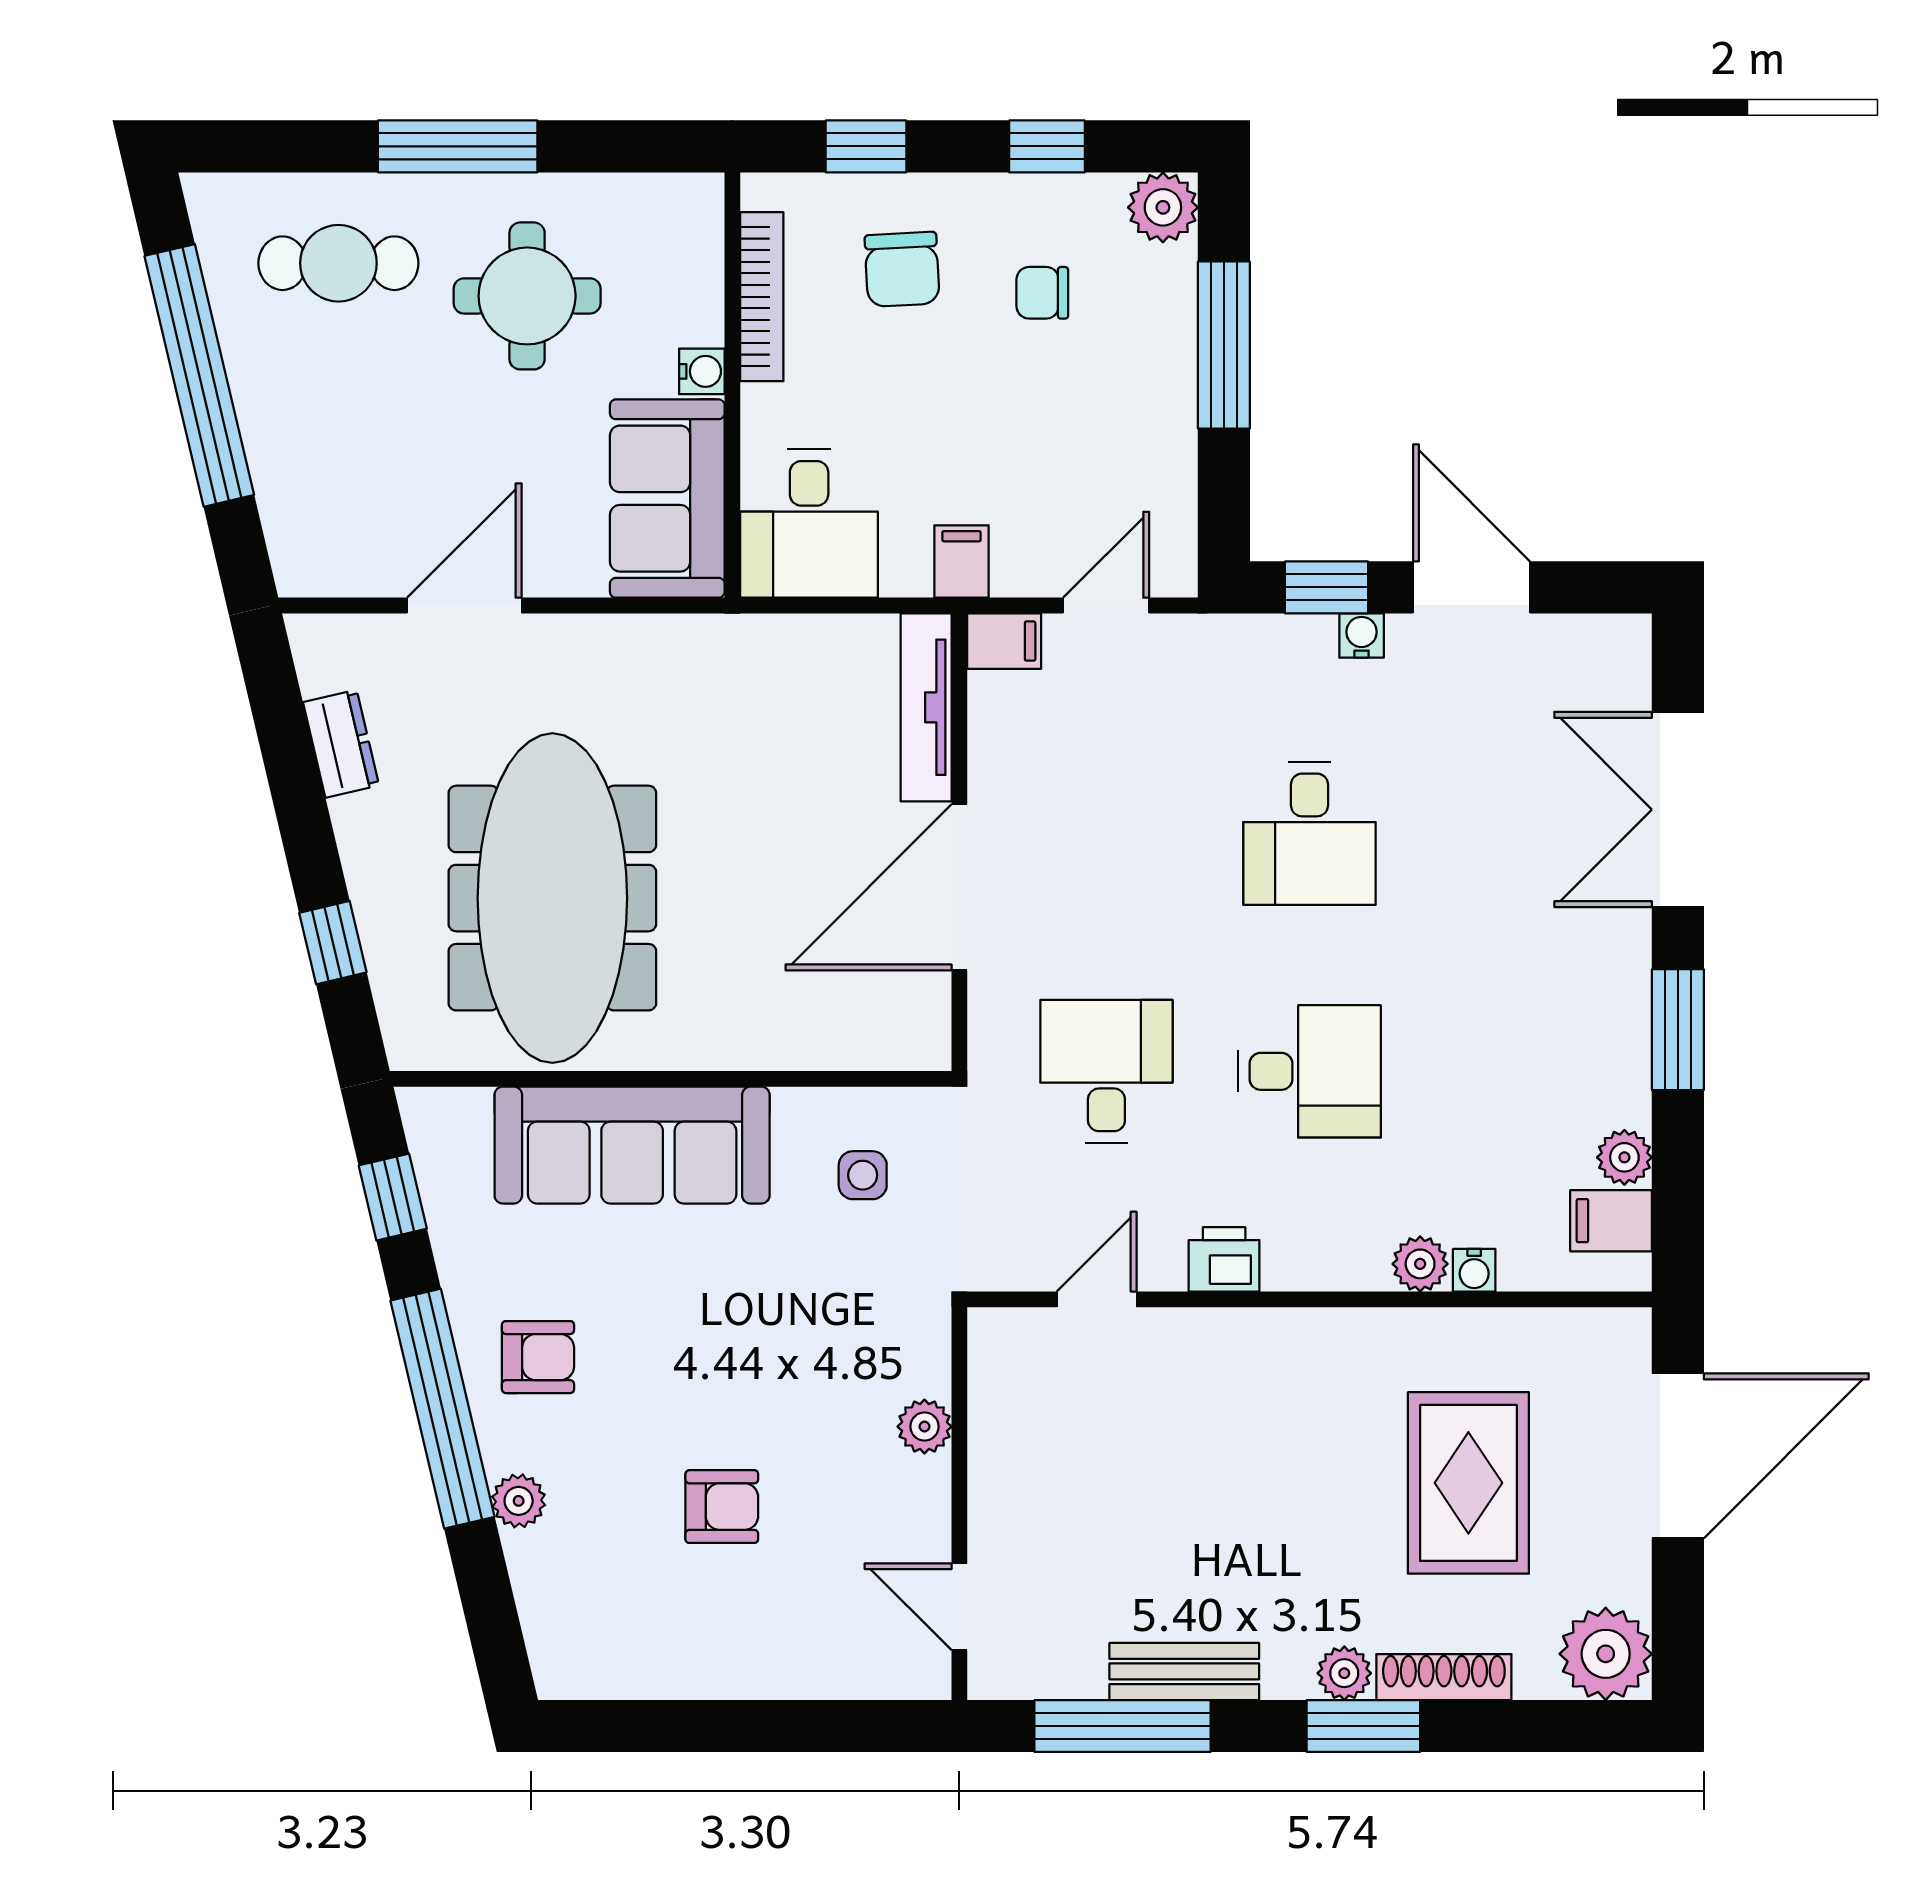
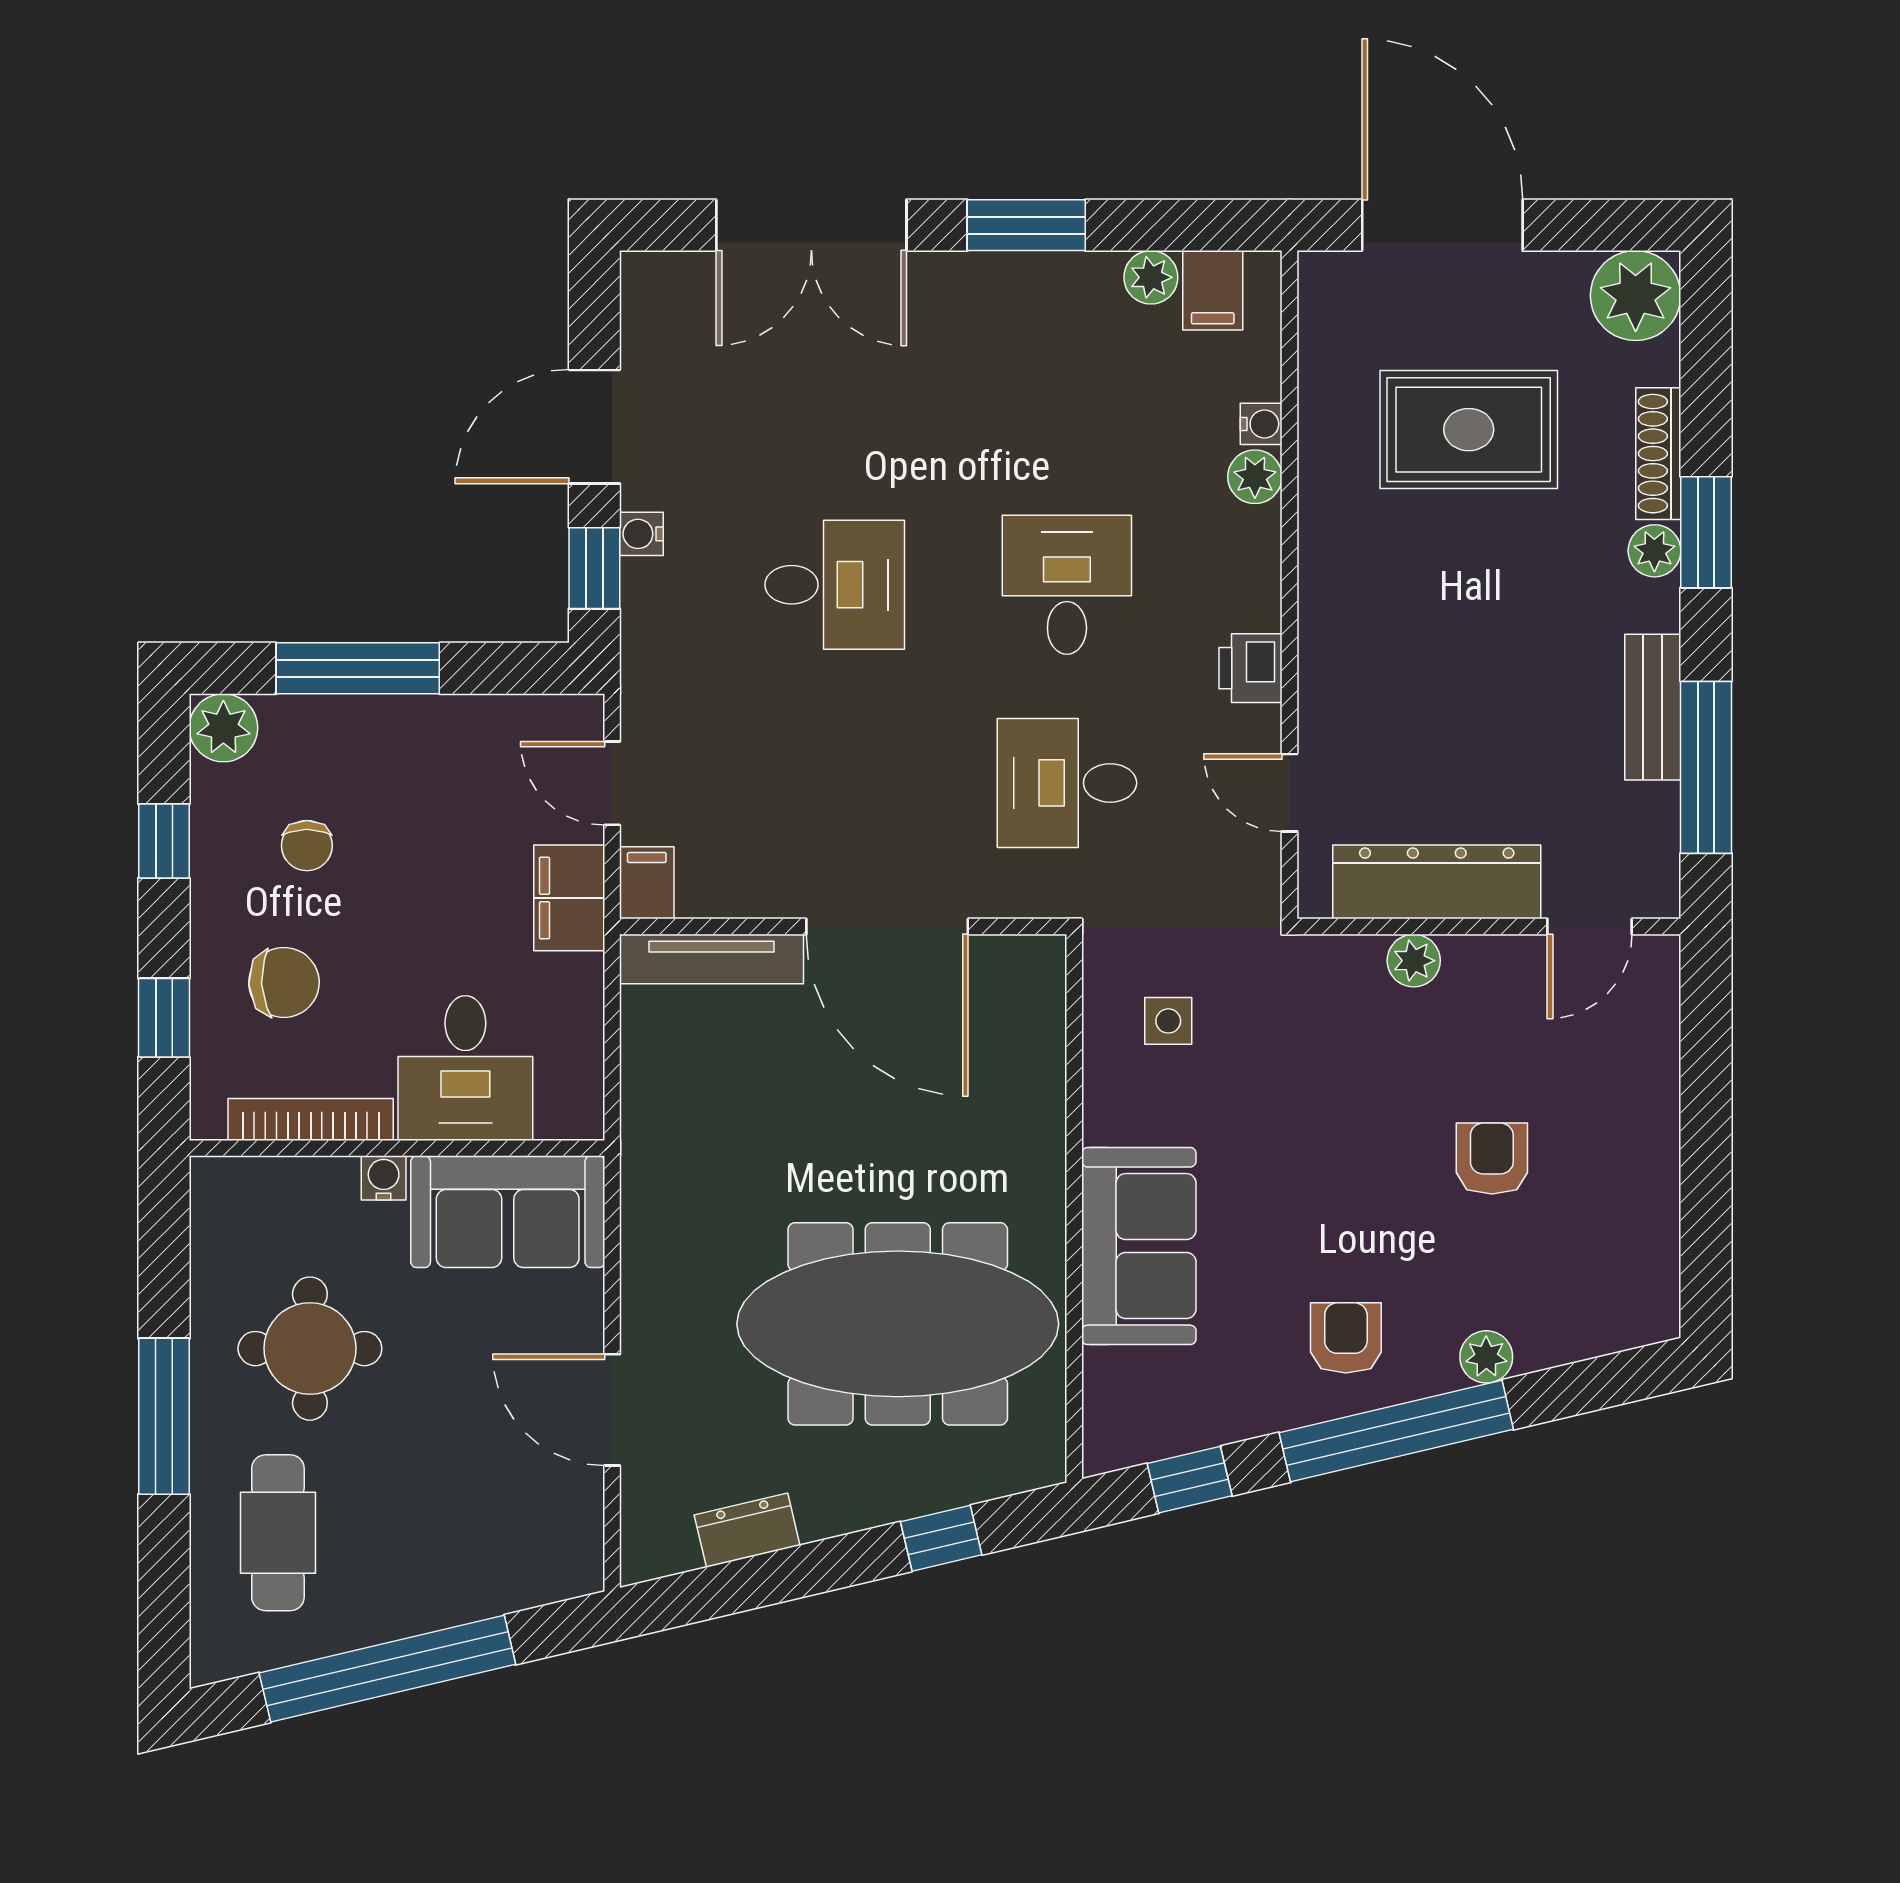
desk: (809, 523) -> (465, 1068), moved, turned 90
filing cabinet: (961, 562) -> (569, 898), width x2.00
sofa: (632, 1145) -> (1139, 1246), width x0.73
dresser: (1005, 1450) -> (1437, 882), added

